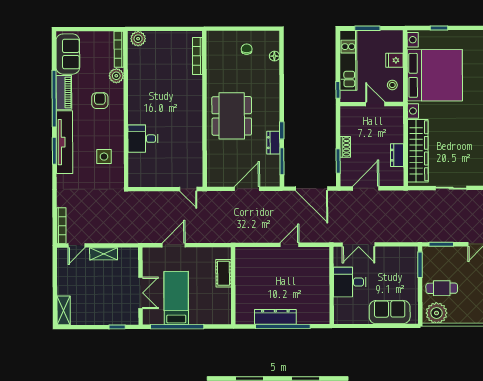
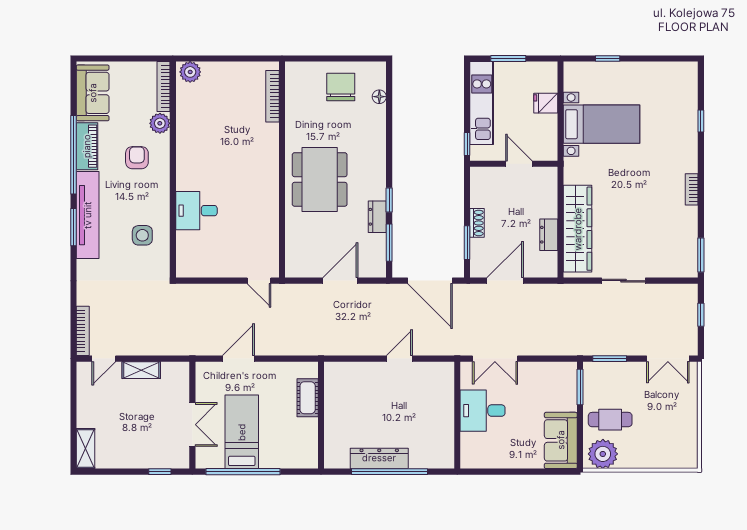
chair: (247, 49) -> (341, 87), width x1.87, depth x1.87
bed with nightstands: (435, 75) -> (602, 124), width x0.54
stool: (392, 85) -> (543, 137), removed
sofa: (390, 312) -> (561, 440), moved, turned -90

